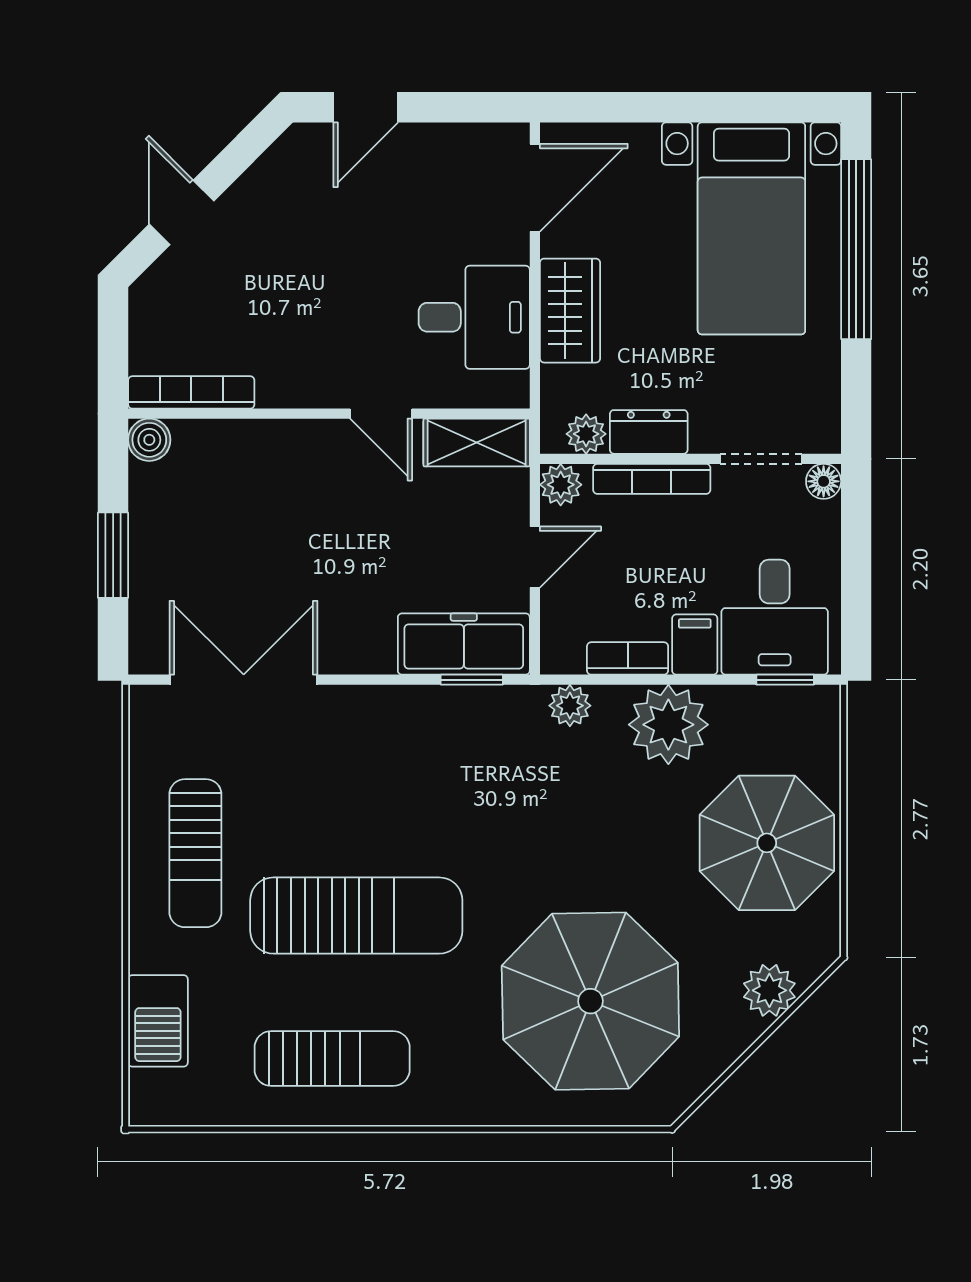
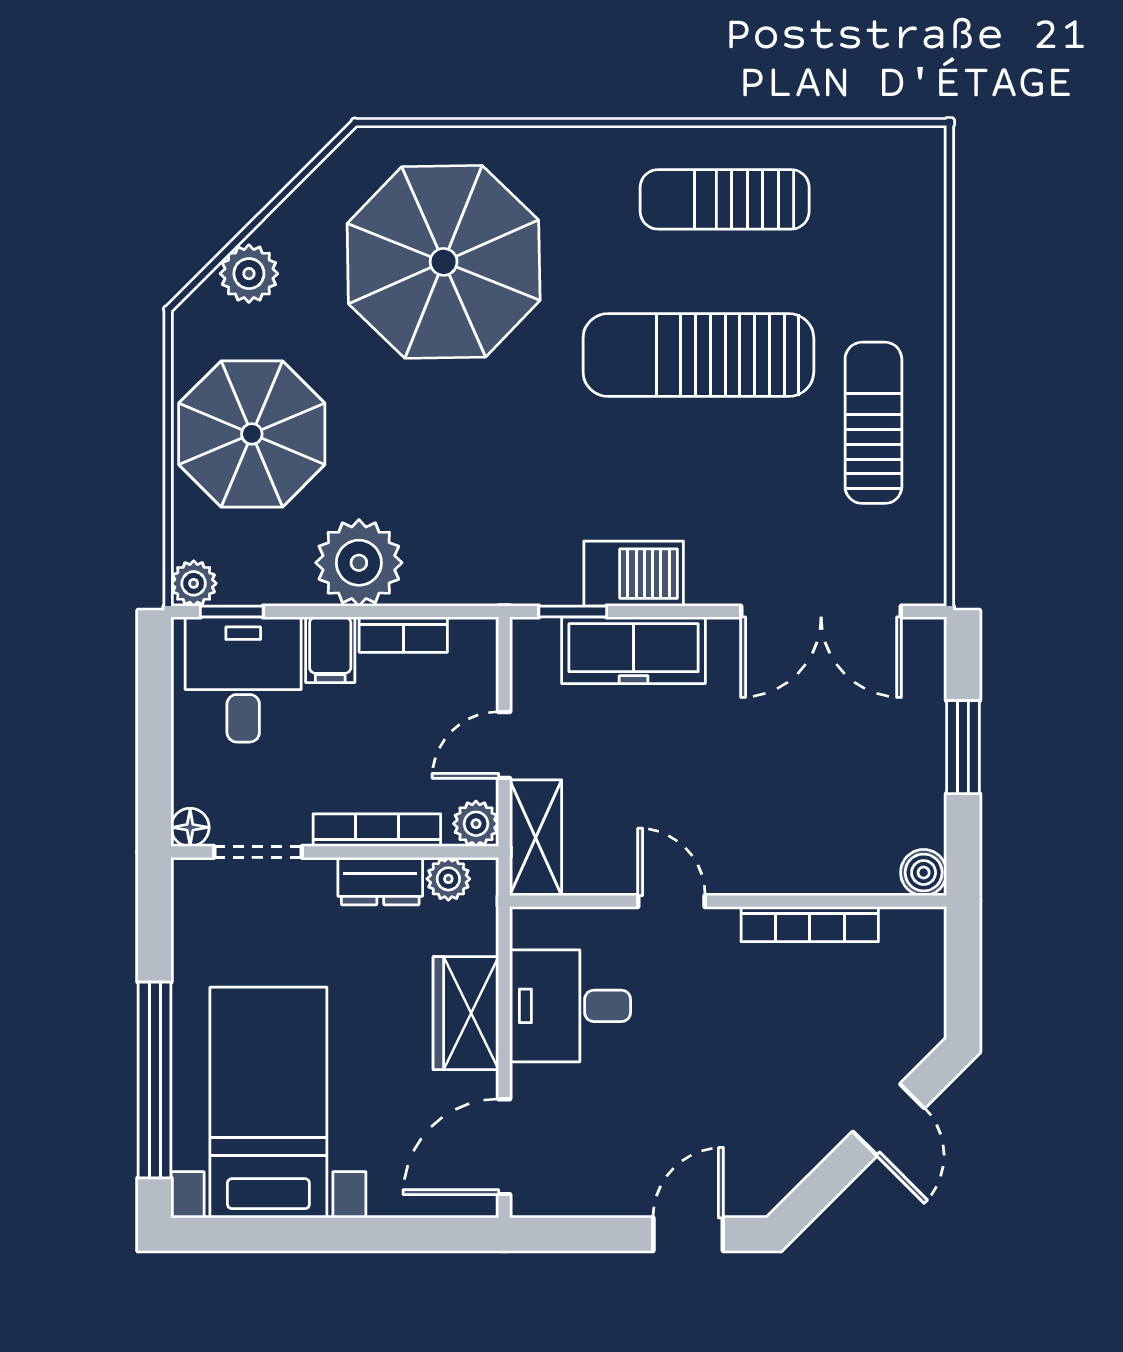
bookcase: (191, 392) -> (810, 924), moved
shelving: (477, 443) -> (536, 838), moved, turned 90
freezer: (464, 644) -> (634, 650), moved
plant: (570, 706) -> (194, 583), moved
barbecue: (158, 1021) -> (634, 574), moved, turned 90

